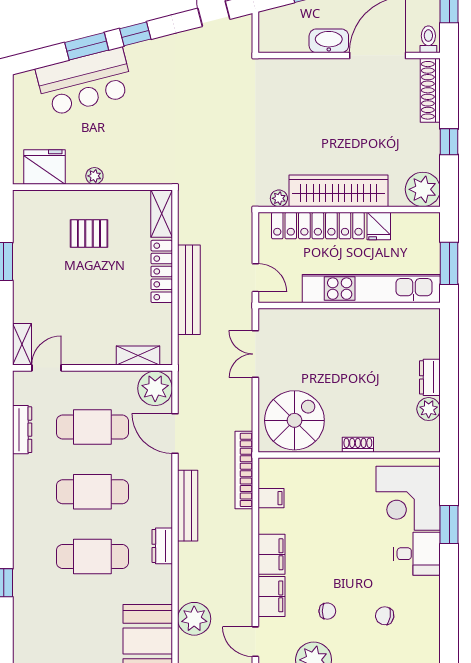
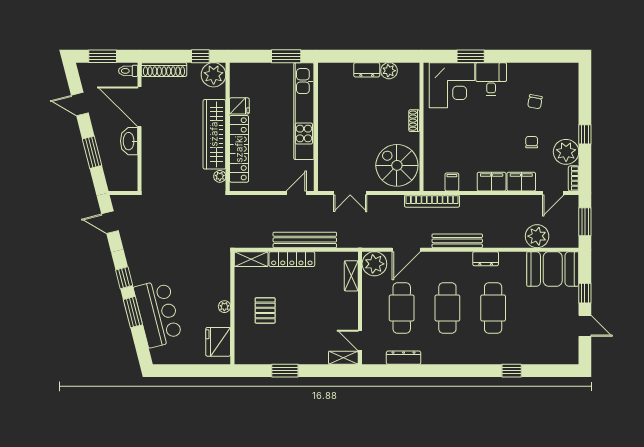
plant: (423, 189) -> (214, 75), moved
wardrobe: (339, 191) -> (214, 134), moved
plant: (279, 198) -> (220, 176), moved
wall: (349, 209) -> (228, 127), moved
locker: (318, 226) -> (239, 149), moved
fridge: (379, 226) -> (239, 106), moved

